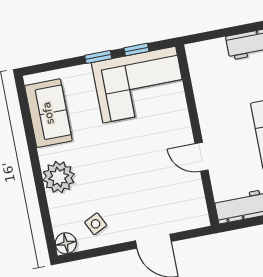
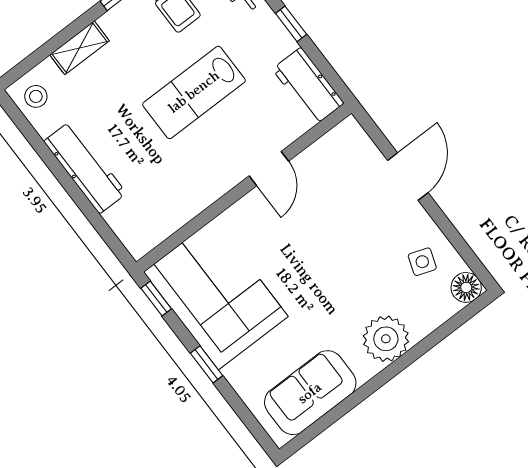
window: (136, 50) -> (156, 299), moved
side table: (96, 224) -> (422, 262), turned 45

